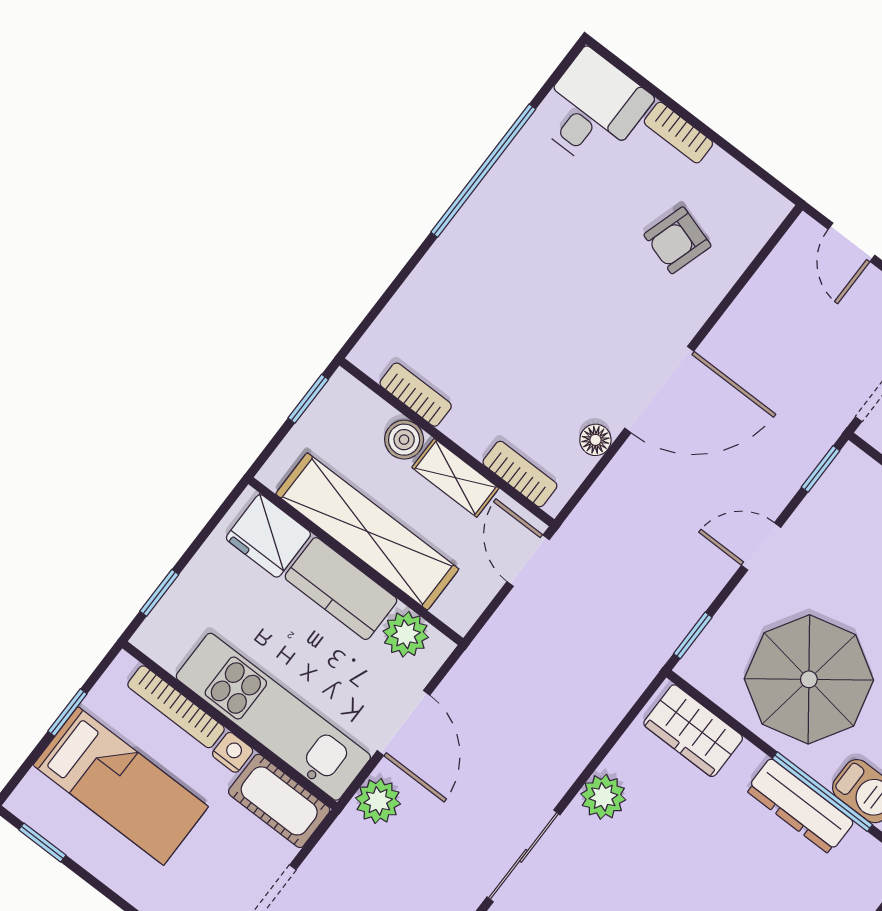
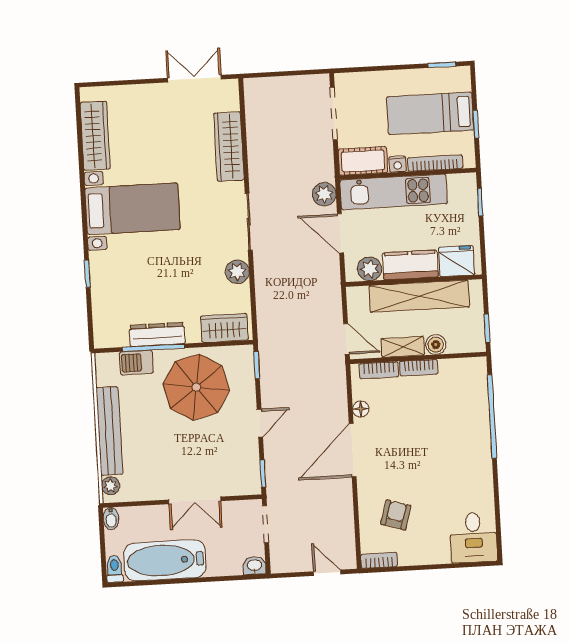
bookcase: (678, 133) -> (379, 560), moved
window: (483, 171) -> (492, 416), moved
bookcase: (416, 395) -> (419, 368), moved

